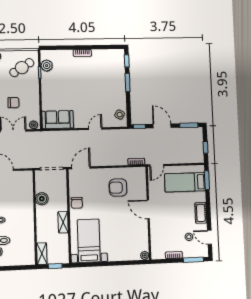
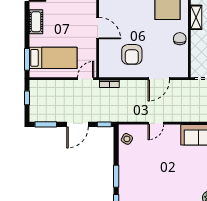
door: (162, 126) -> (78, 124), hinge flipped
door: (81, 168) -> (159, 79), moved
armchair: (118, 188) -> (132, 54), turned 90

